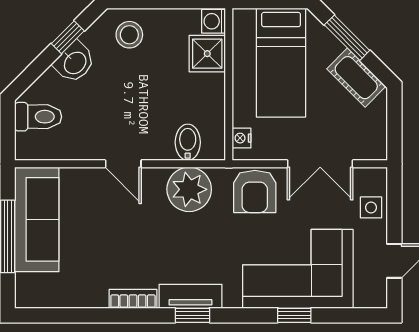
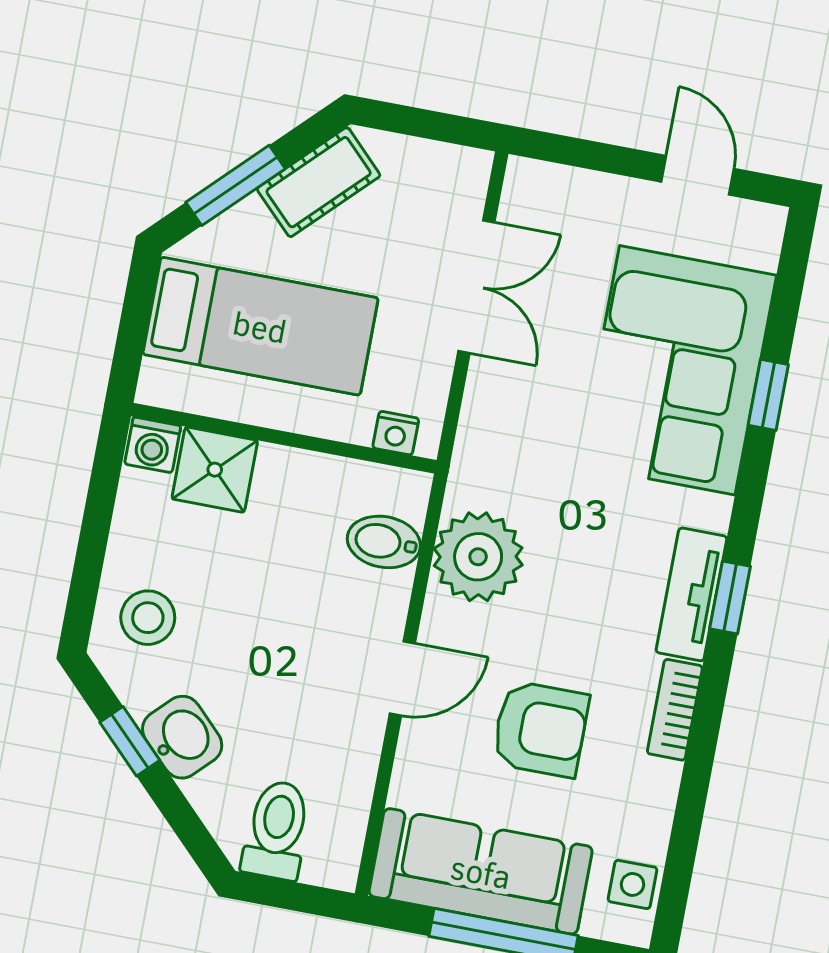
armchair: (255, 191) -> (540, 729), moved
side table: (371, 207) -> (633, 884), moved

